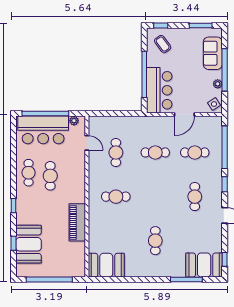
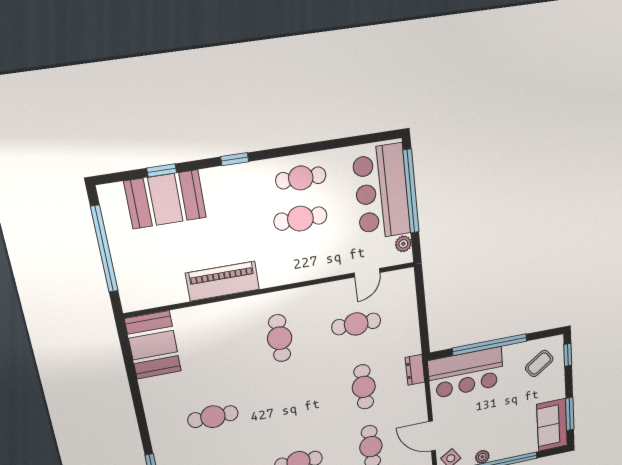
sofa: (213, 53) -> (552, 425), moved, turned -90
door: (184, 115) -> (432, 436), moved
dresser: (151, 121) -> (415, 370), added

